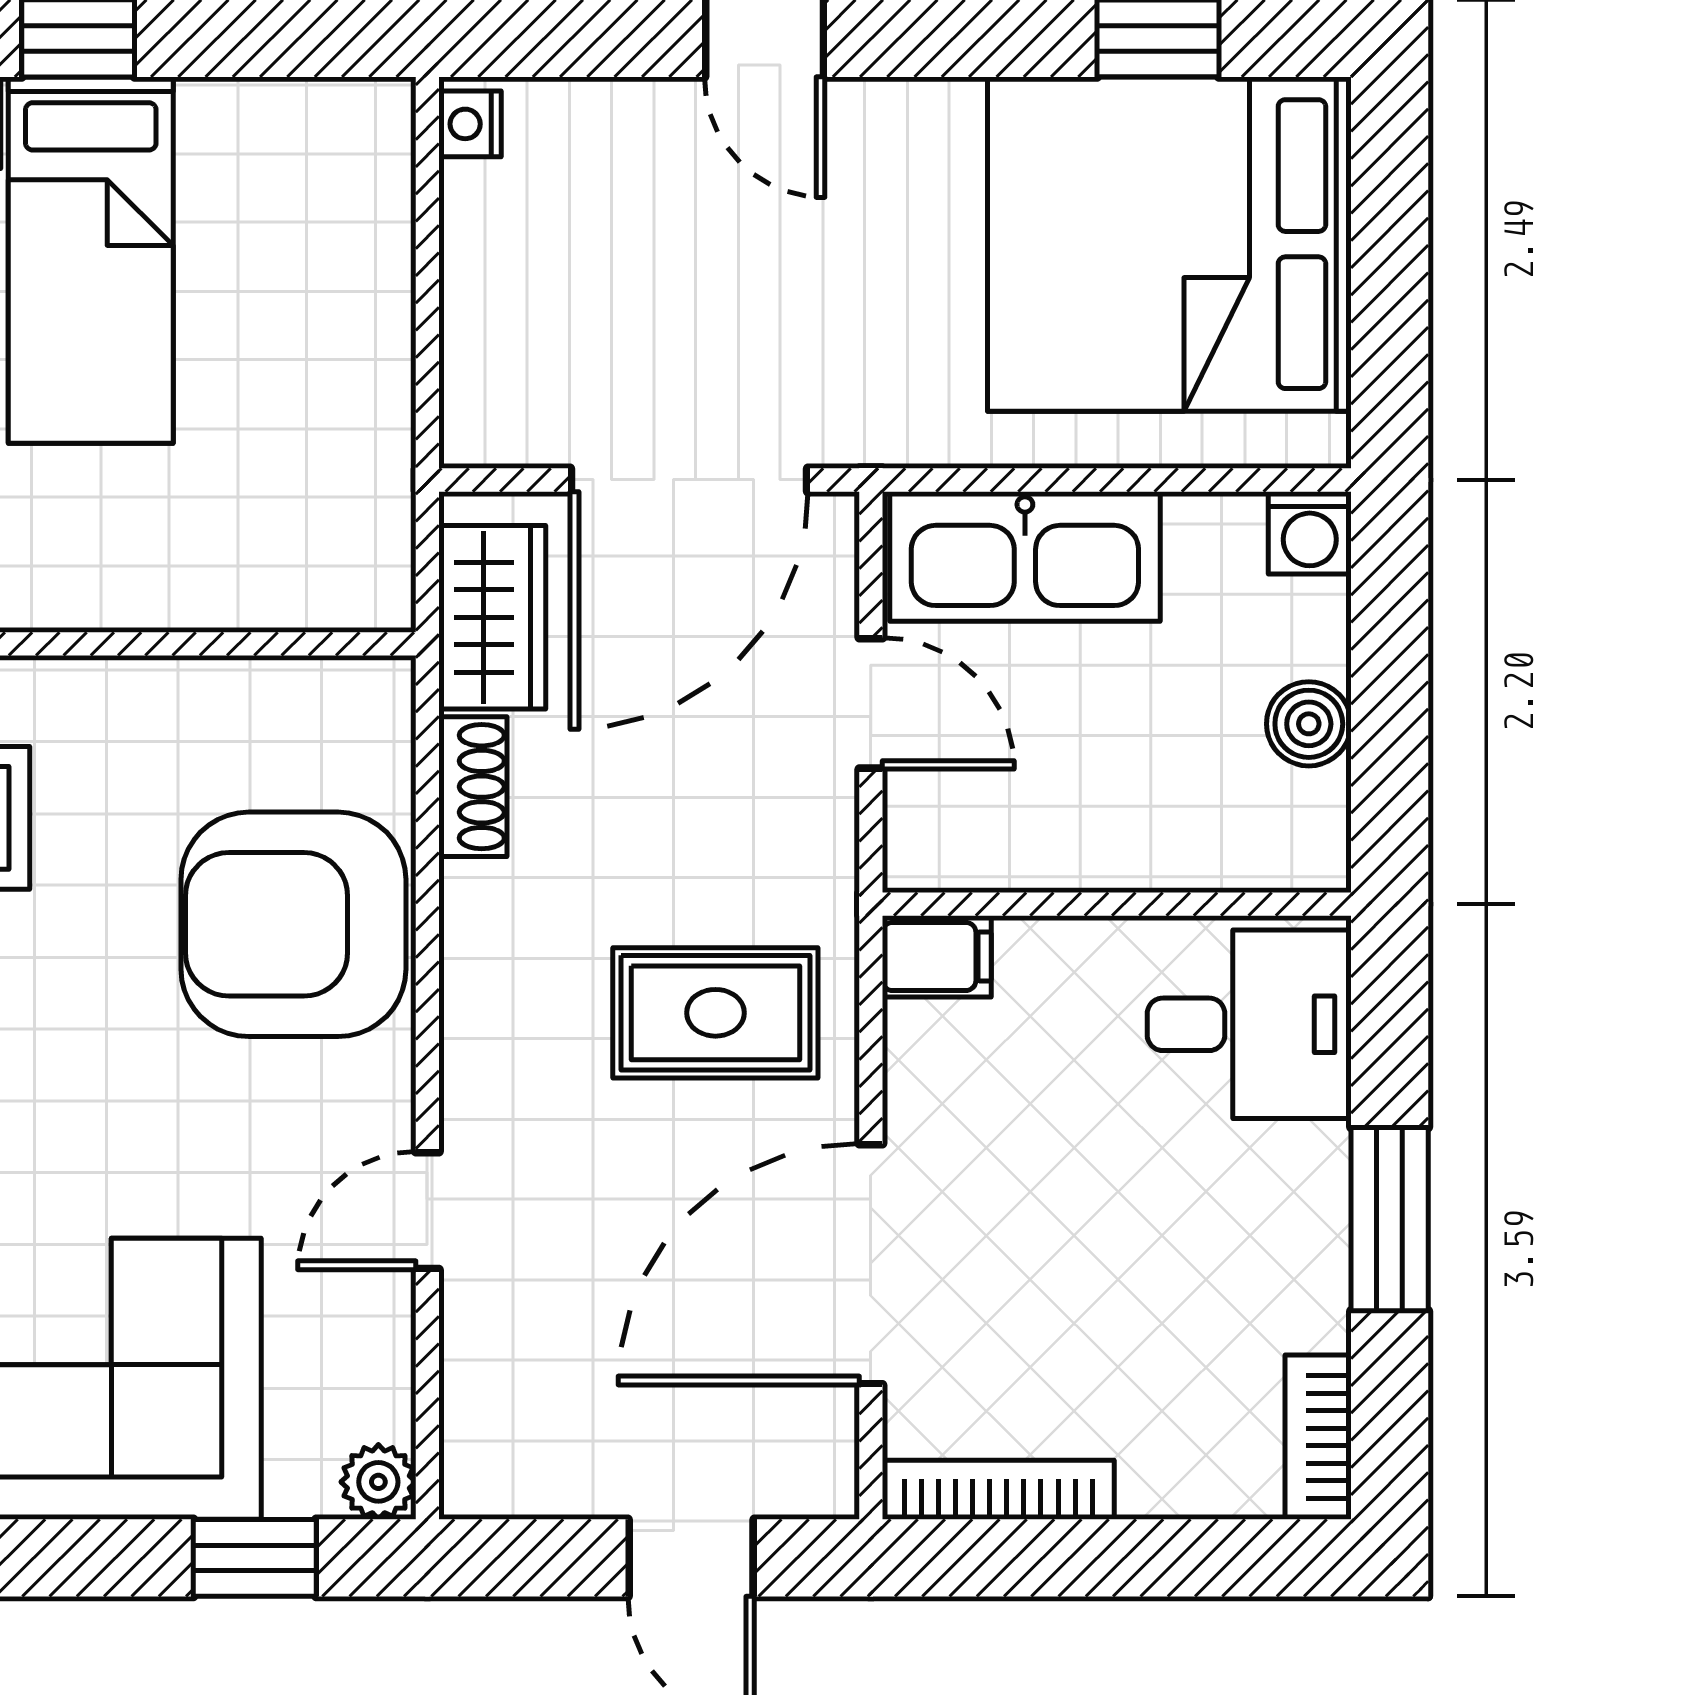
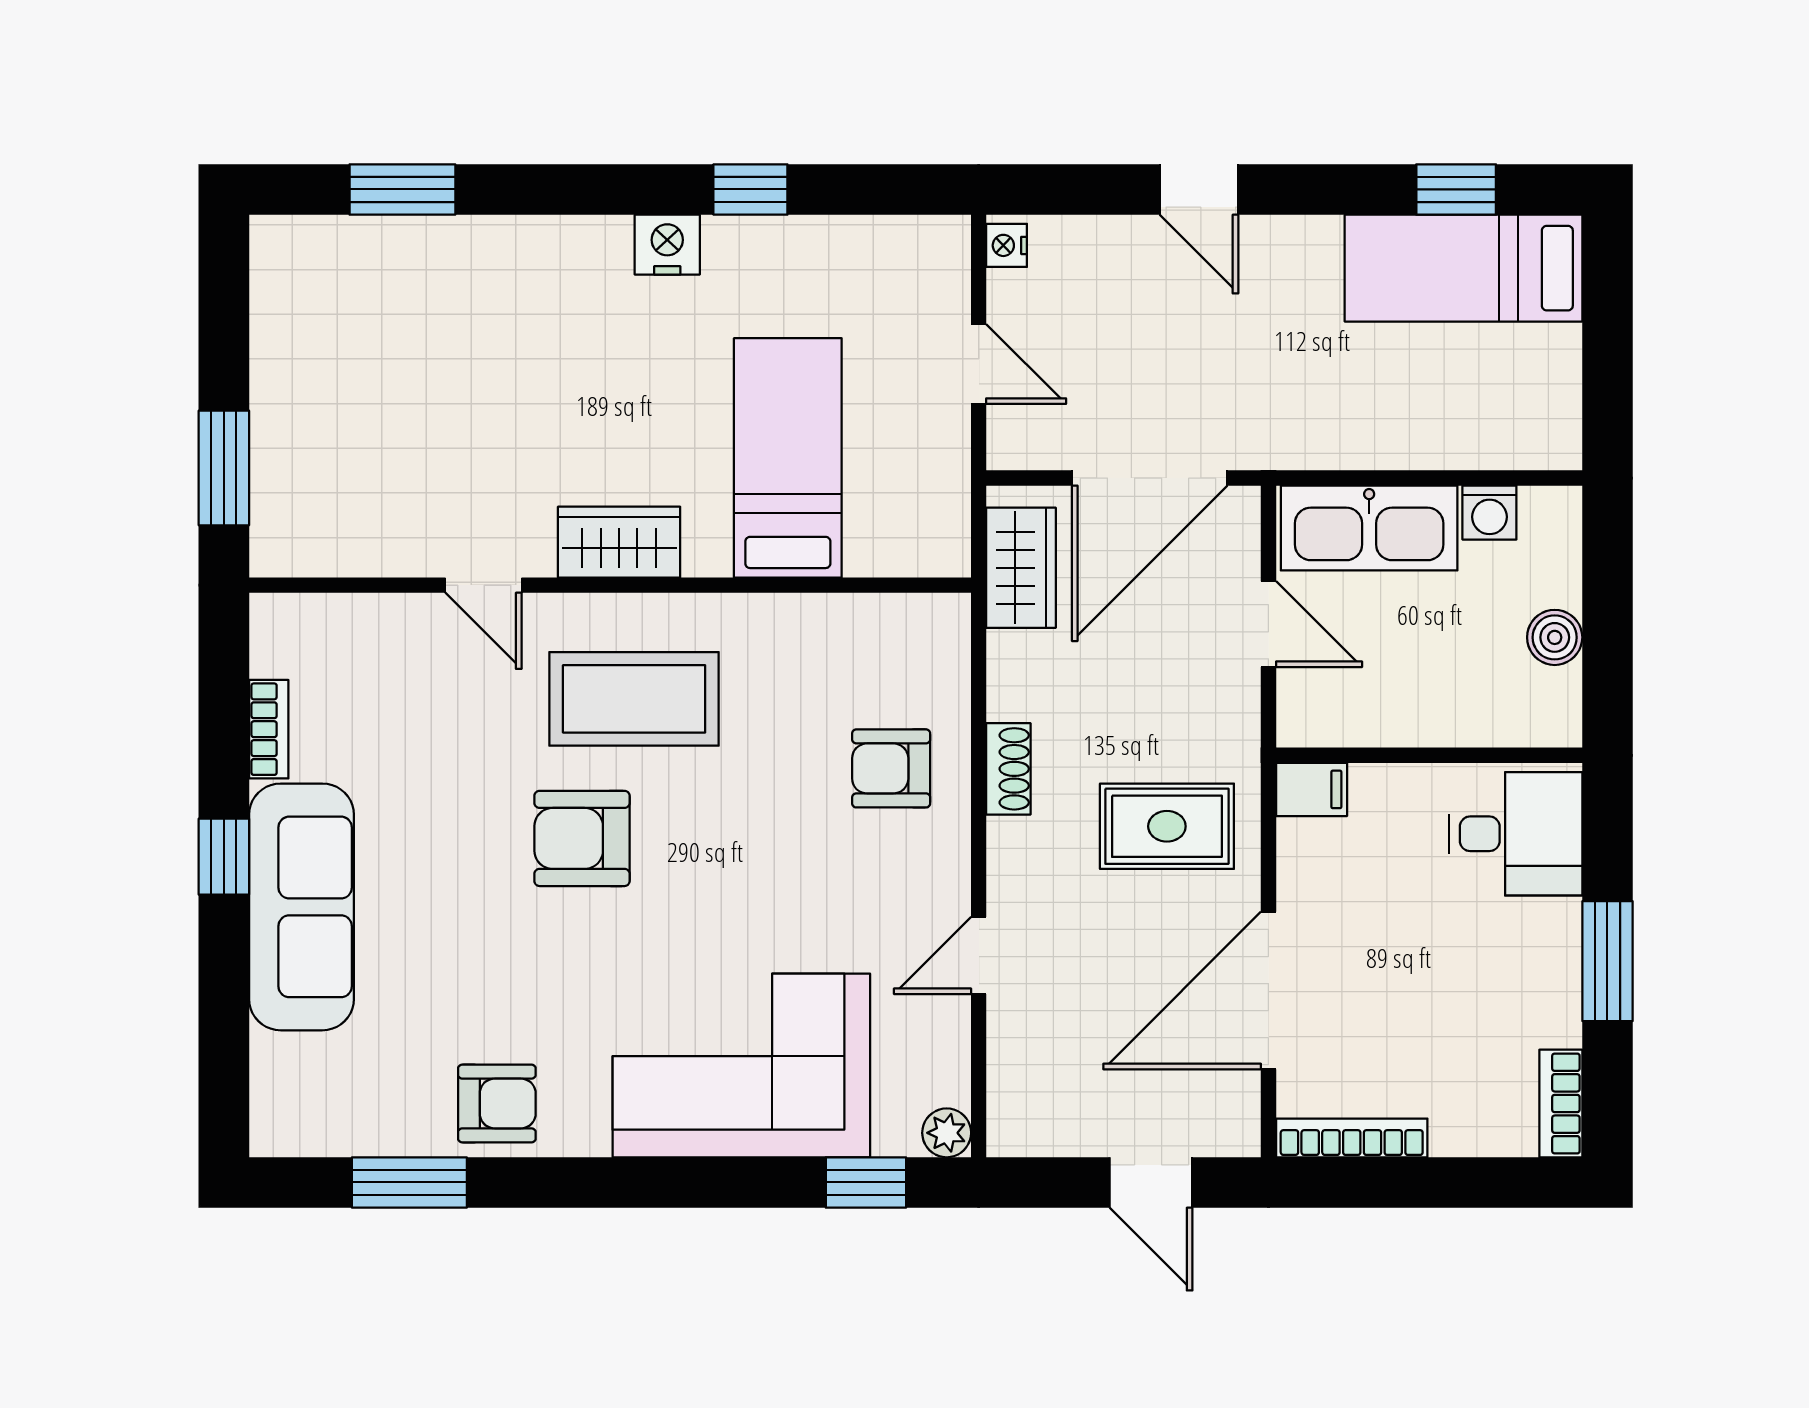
bed: (1169, 244) -> (1464, 268), width x0.49
bed: (91, 260) -> (788, 458), moved, turned 180
door: (427, 306) -> (979, 364), added
washing machine: (1310, 533) -> (1489, 513), moved
shoe rack: (473, 787) -> (1008, 769), moved
armchair: (293, 924) -> (891, 768), width x0.53, depth x0.53

